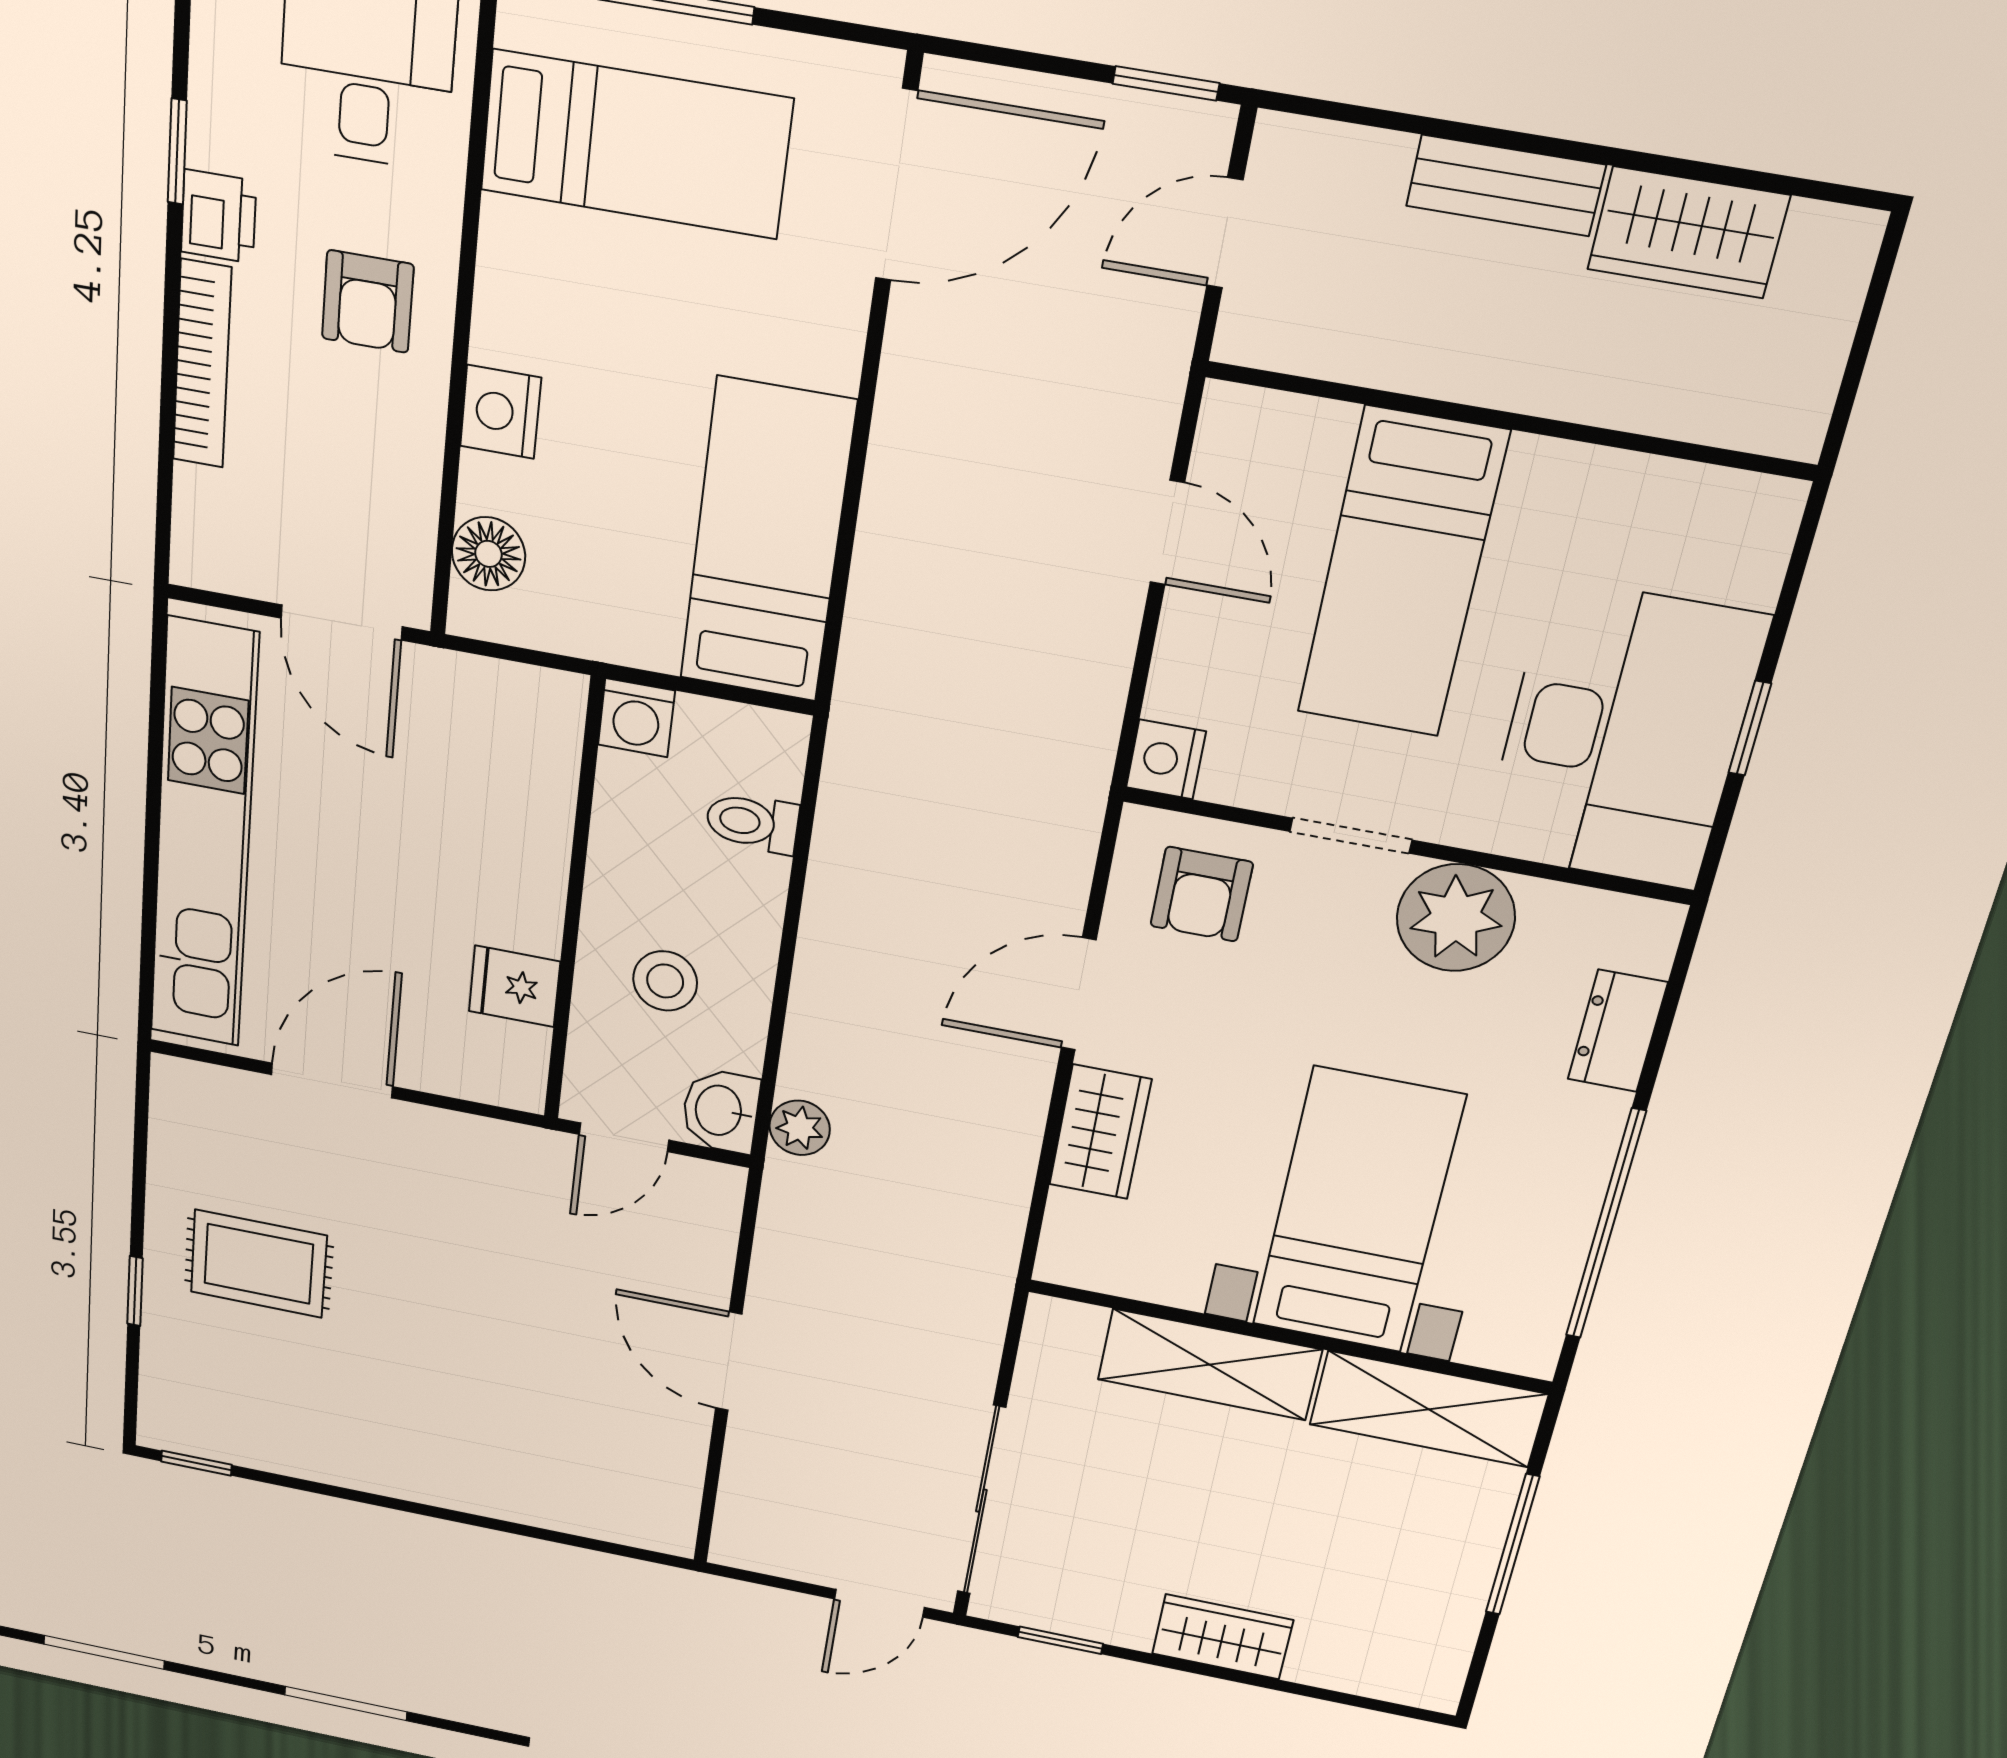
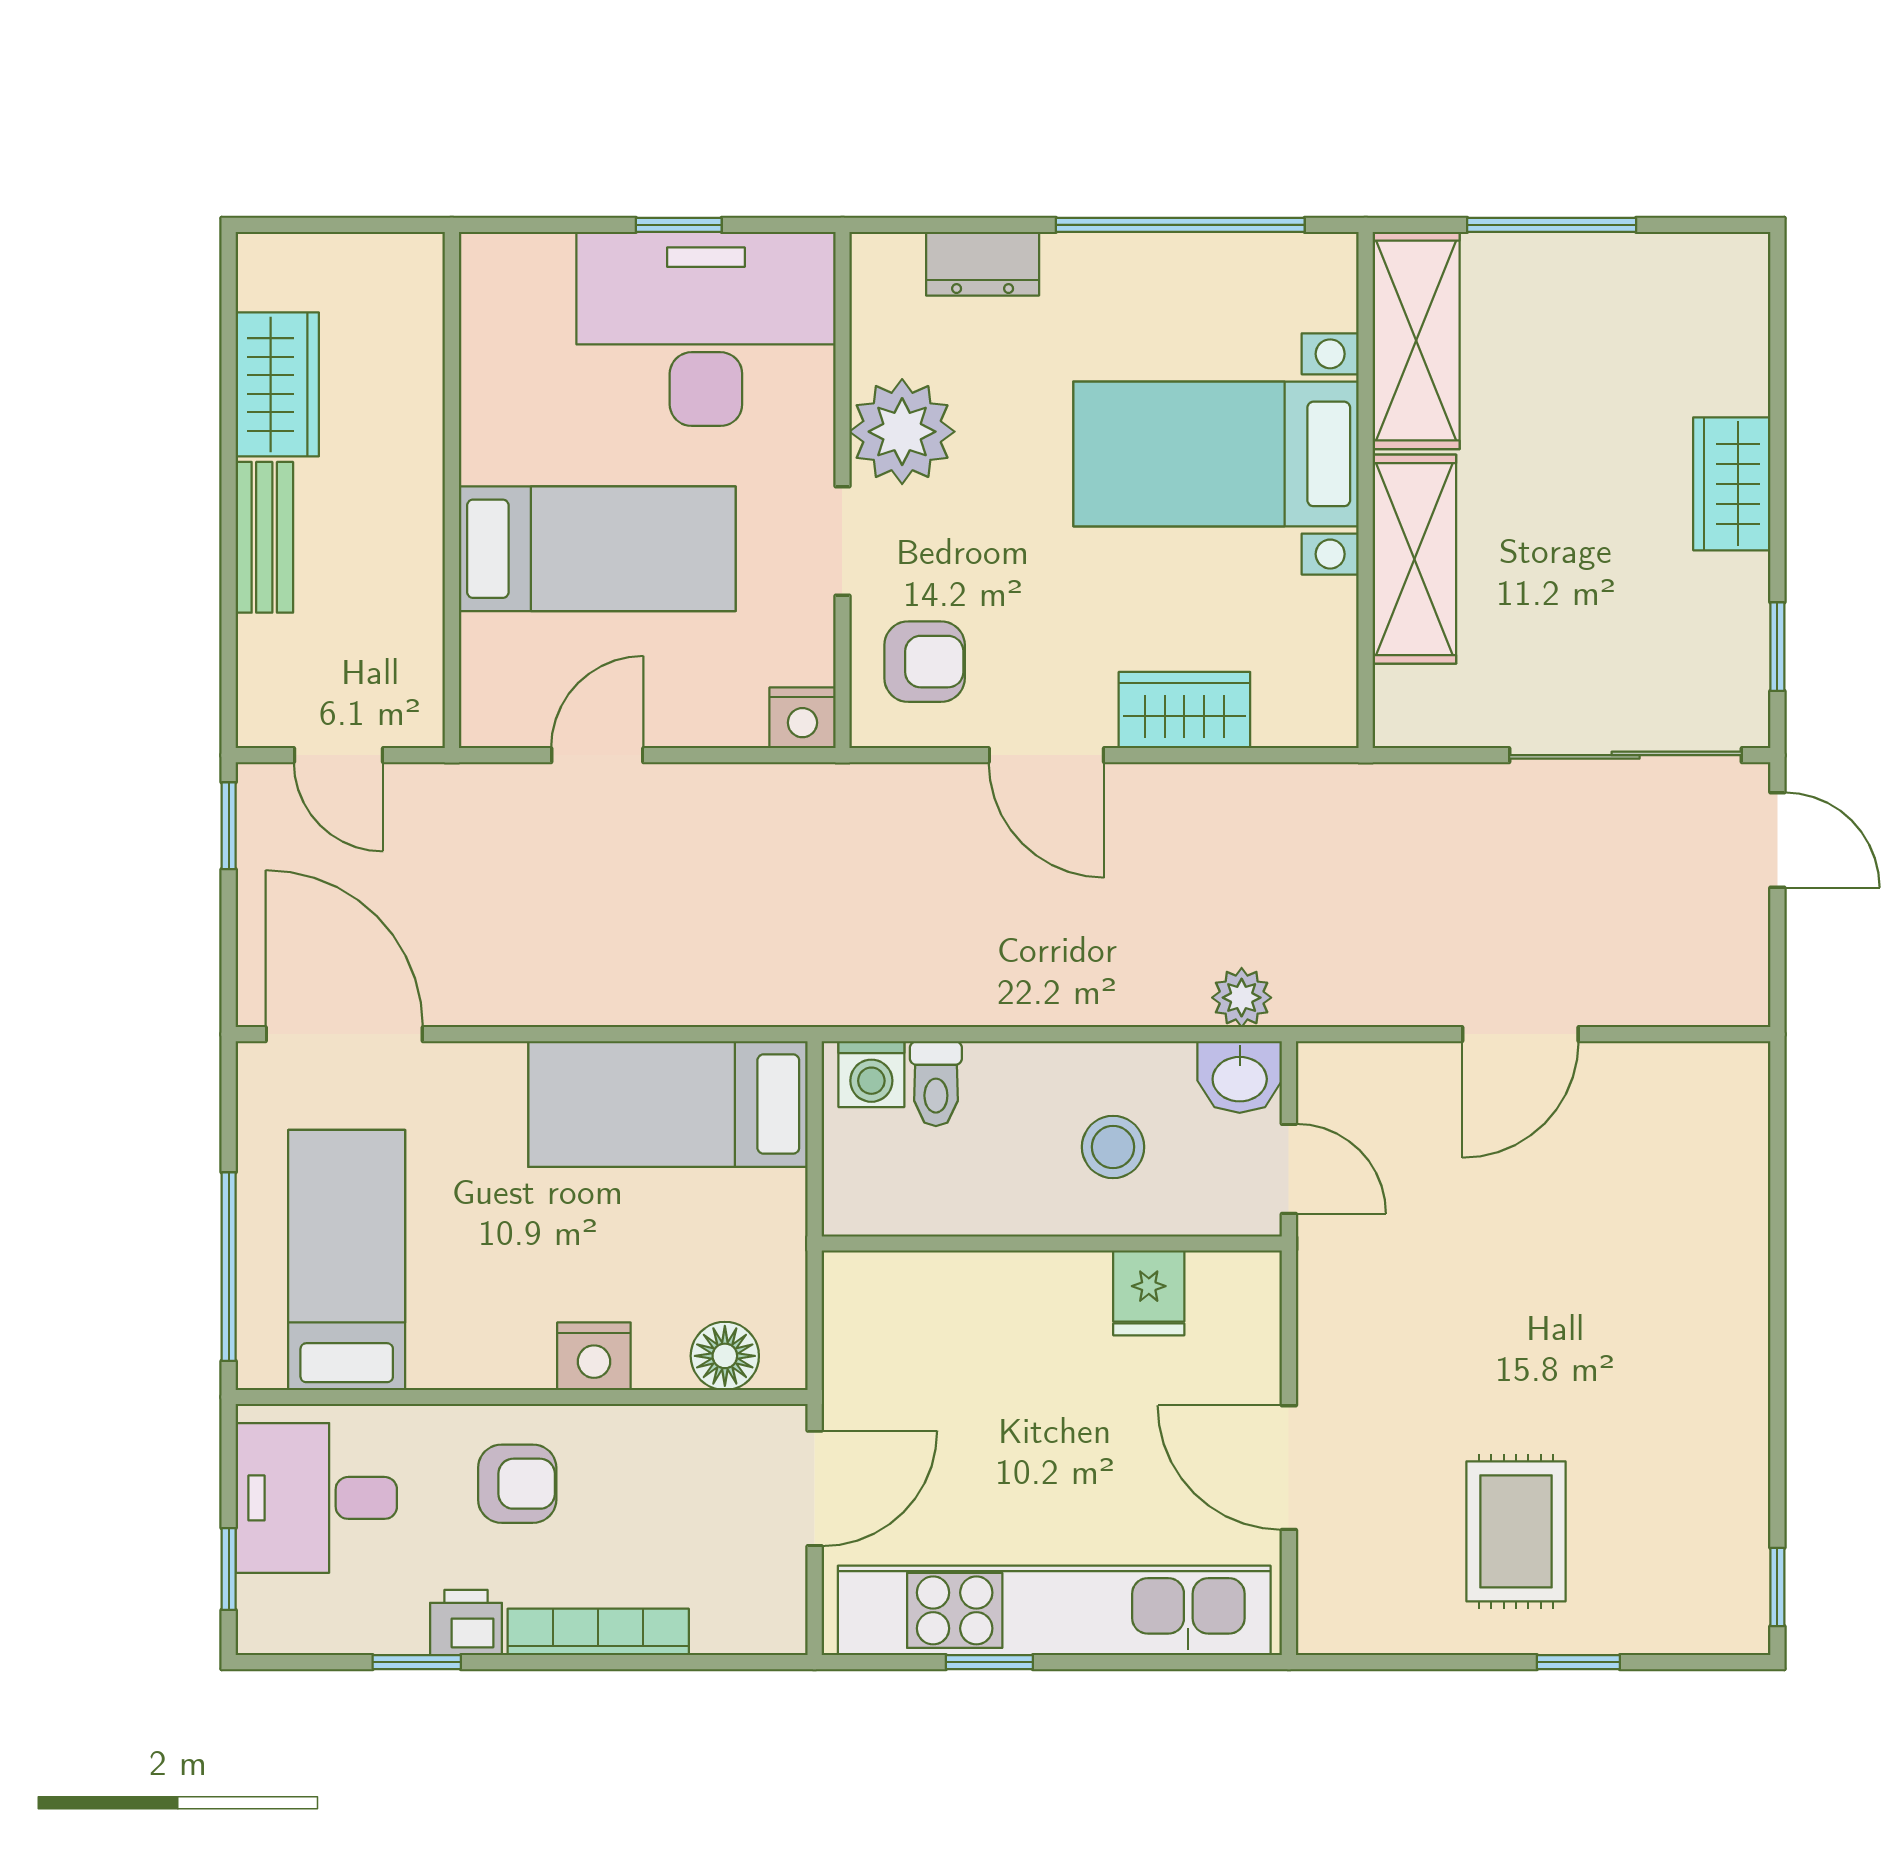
washing machine: (636, 718) -> (871, 1074), moved, turned 90
window: (155, 765) -> (989, 1662), added

